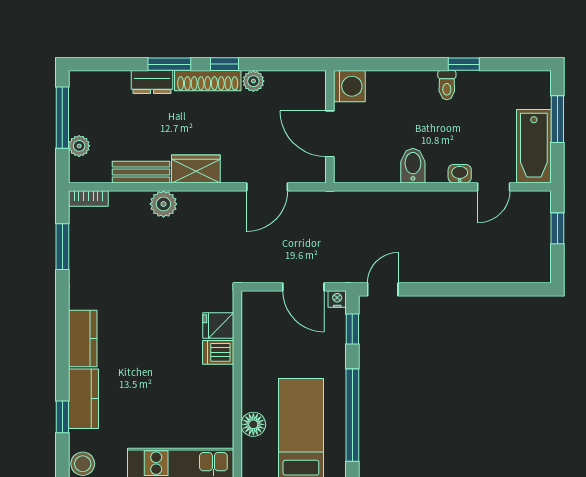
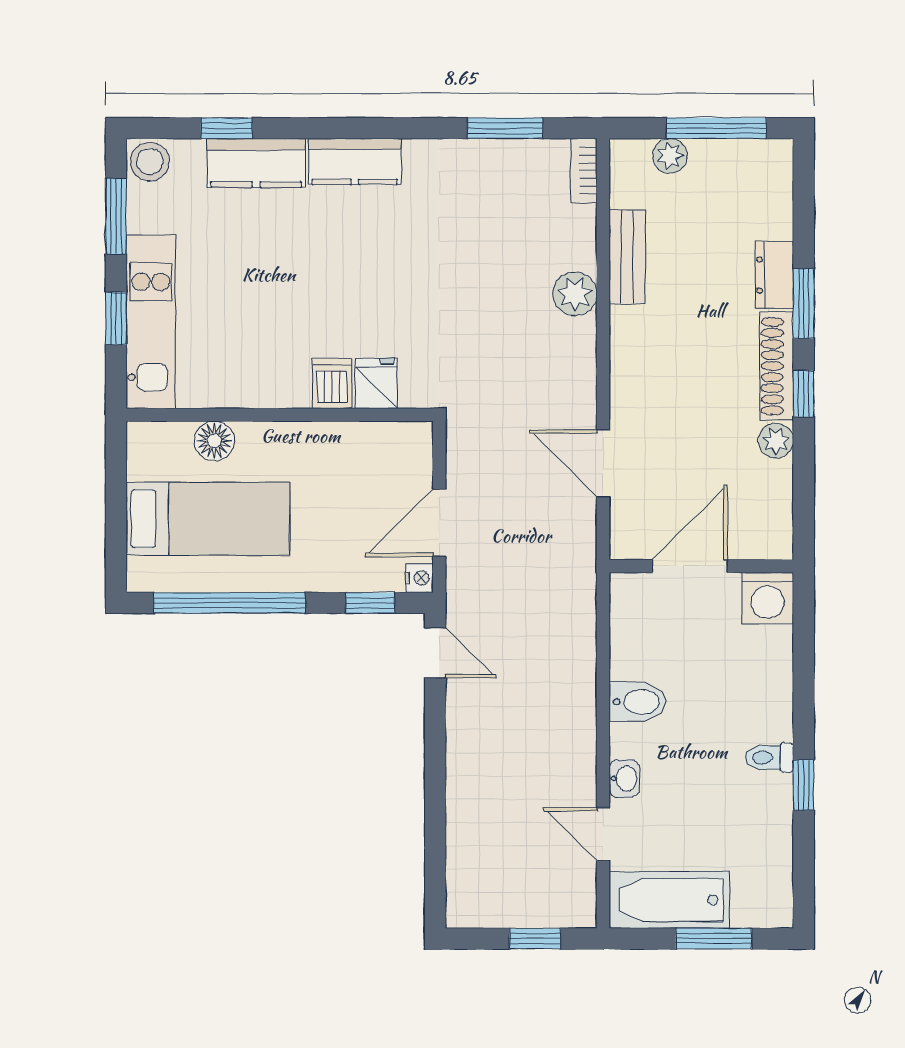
wardrobe: (196, 169) -> (632, 347), removed

